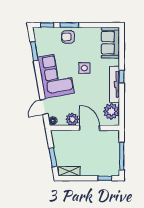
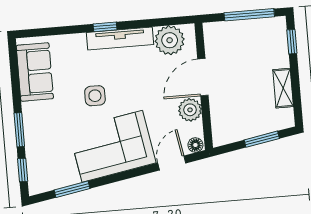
armchair: (68, 37) -> (41, 130), removed
sofa: (110, 43) -> (35, 72), moved, turned -90
door: (44, 107) -> (172, 163), swing flipped
shelving: (69, 171) -> (283, 88), moved

